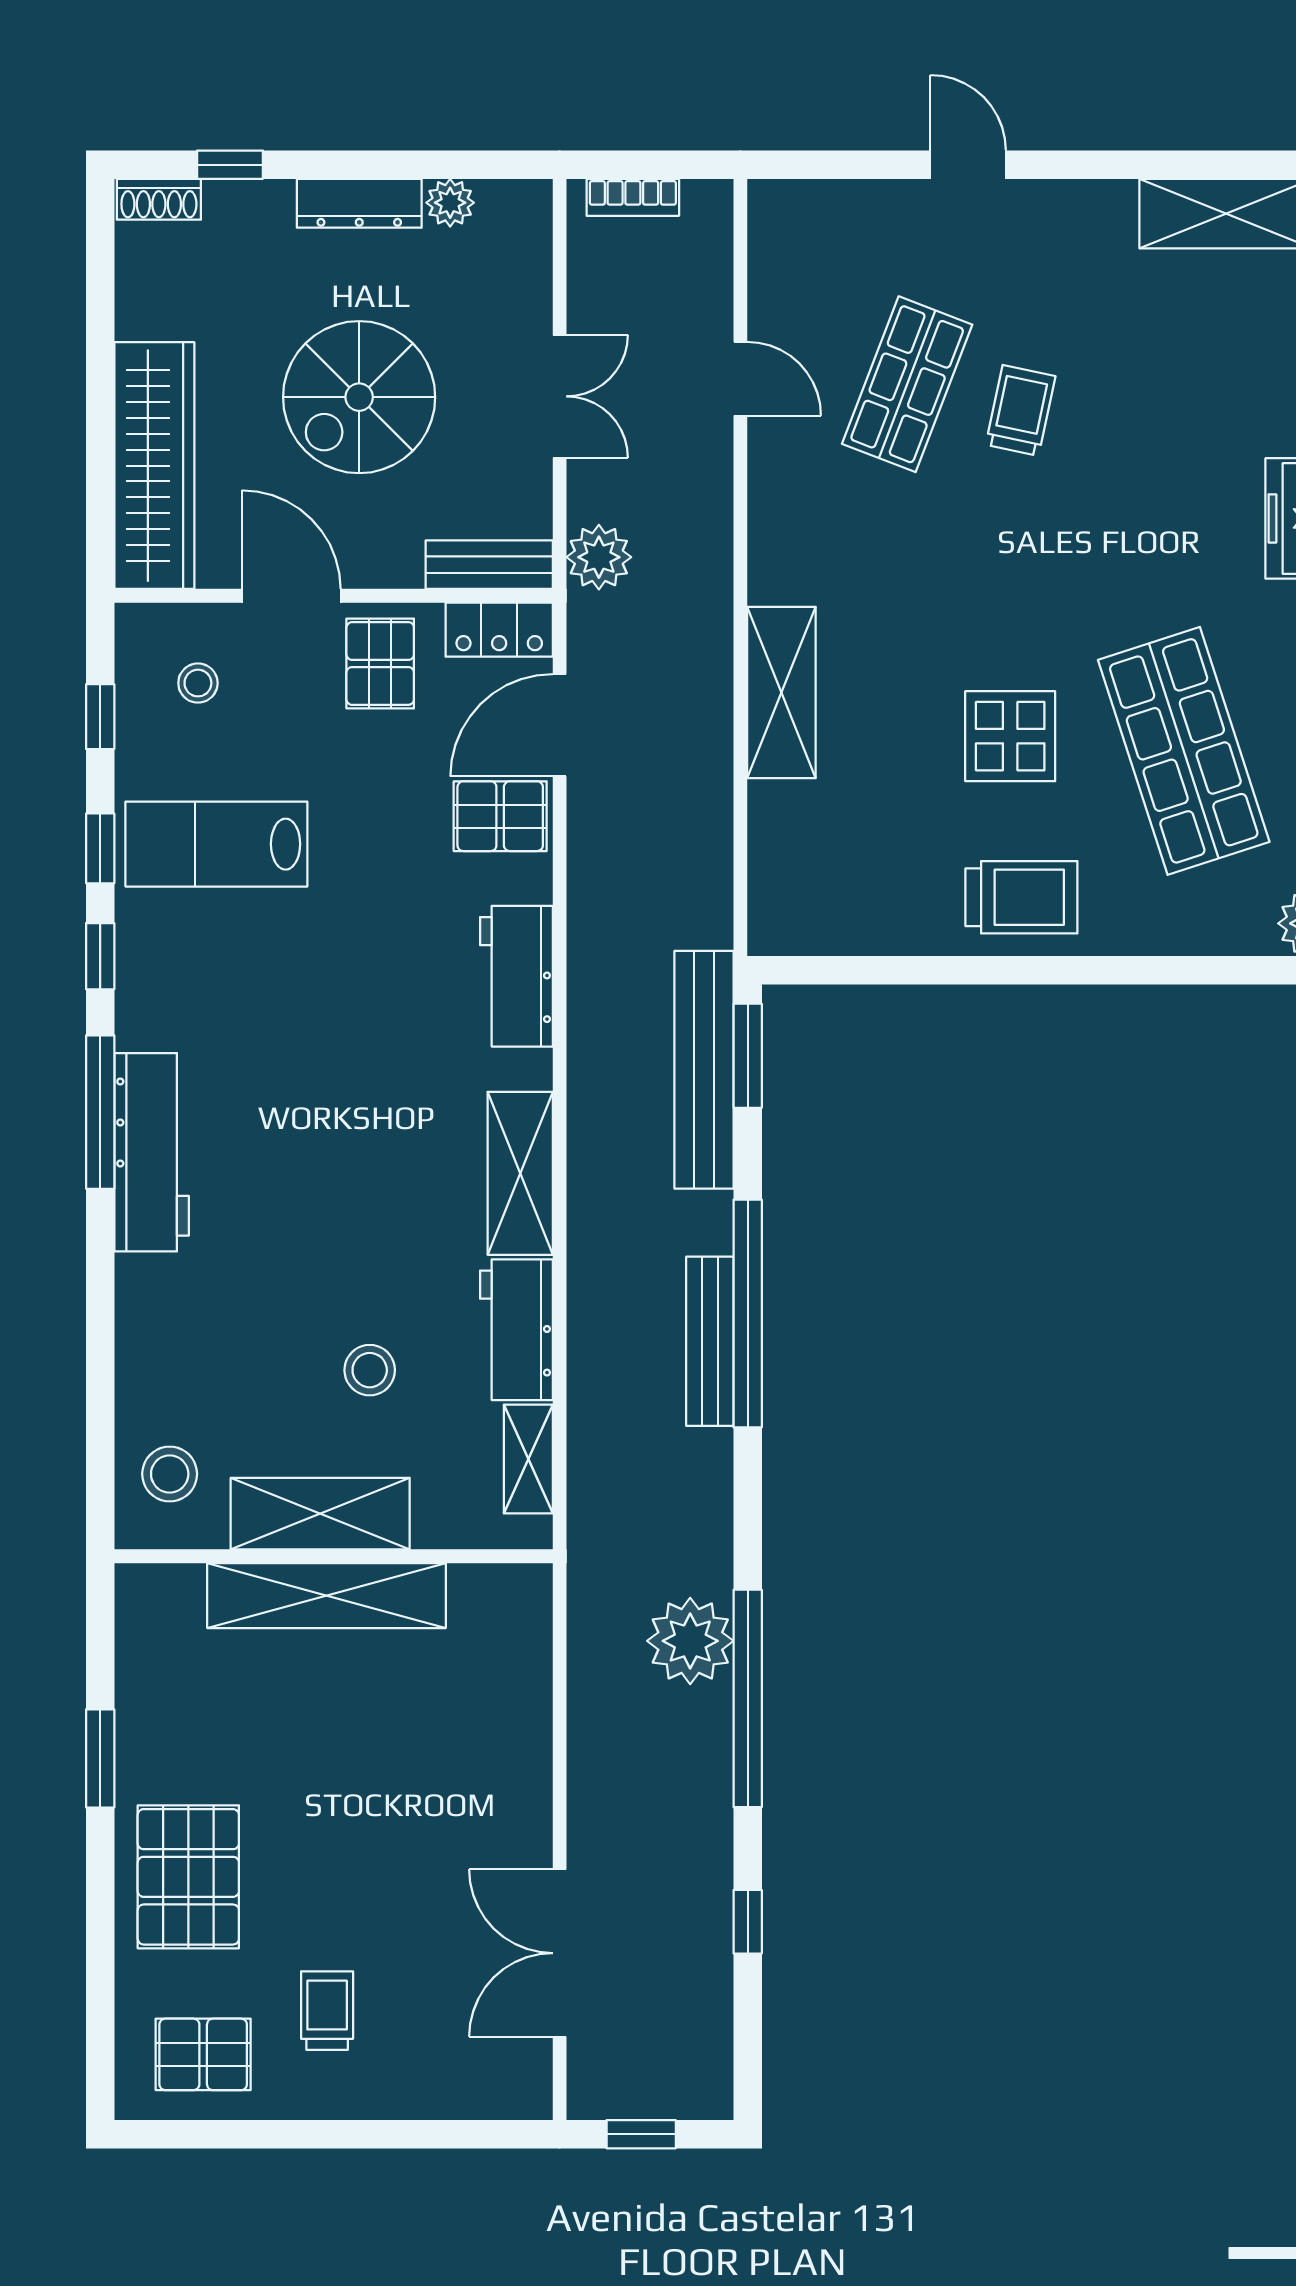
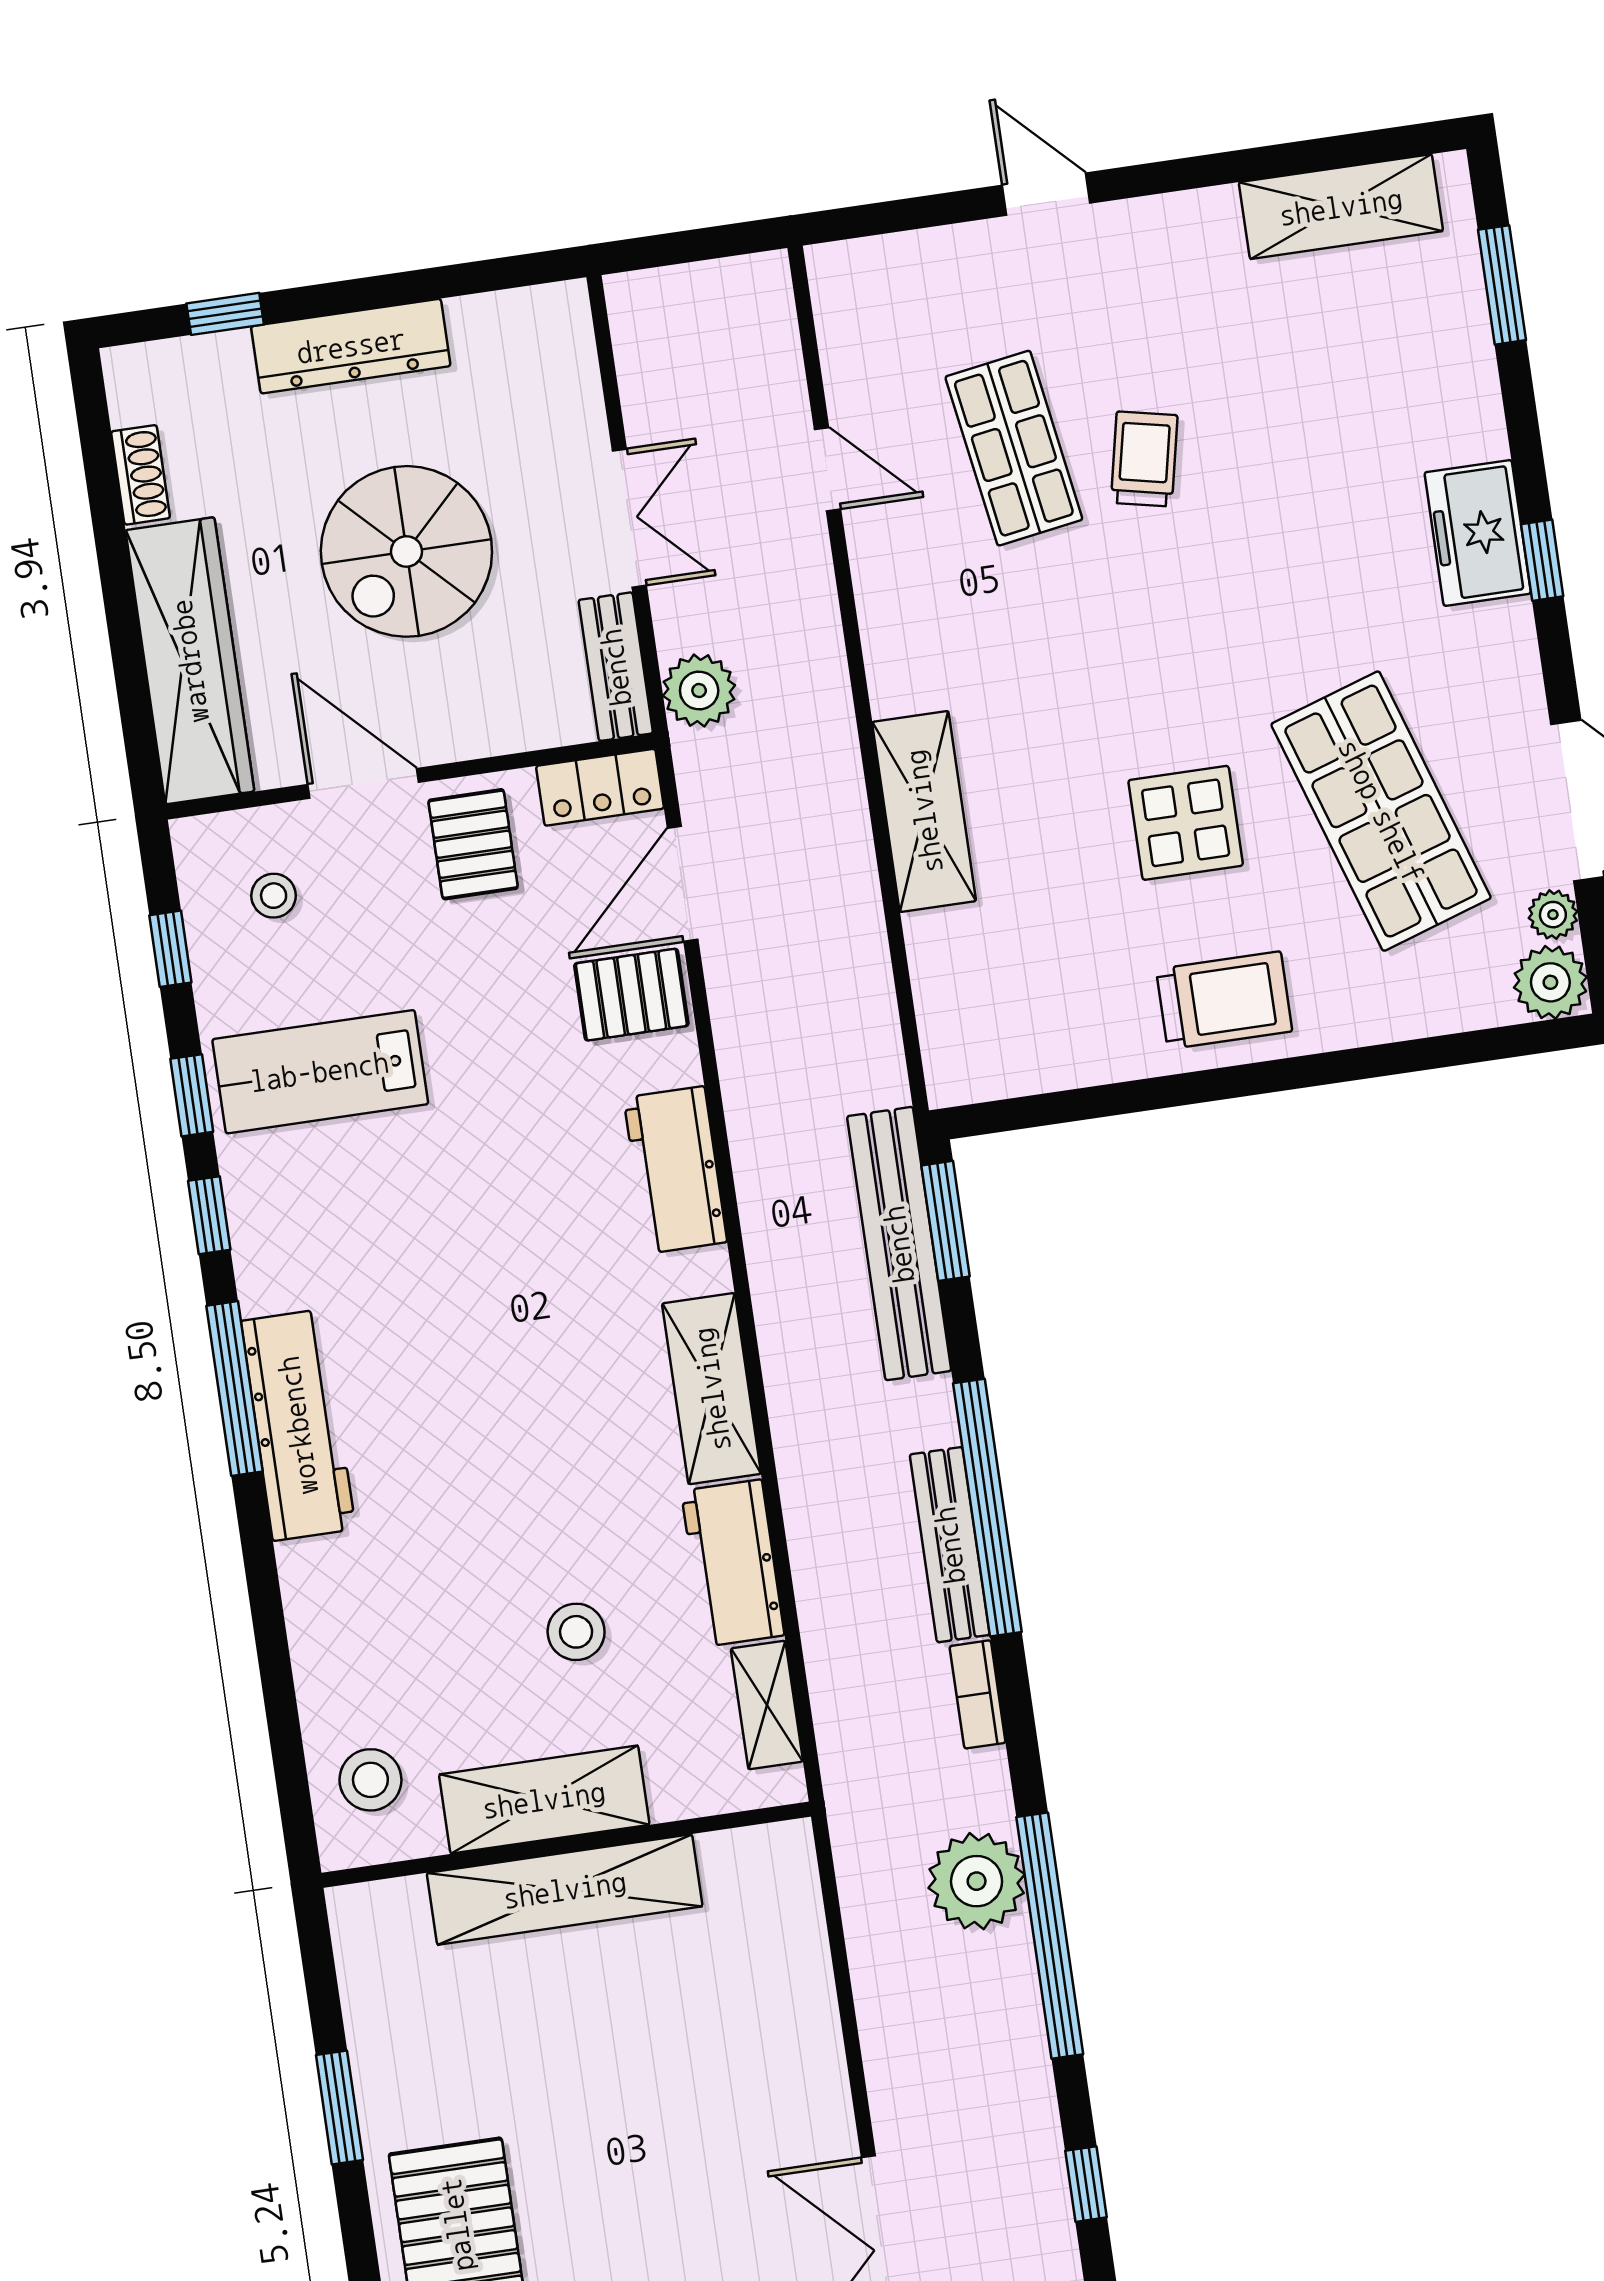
bookcase: (633, 197) -> (978, 1694), moved, turned 90
shoe rack: (159, 199) -> (141, 475), moved, turned -90
dresser: (359, 203) -> (351, 346), width x1.37, depth x1.24
plant: (450, 203) -> (476, 320), removed
shop shelf: (907, 384) -> (1014, 448), turned -30
bench: (489, 565) -> (616, 667), moved, turned 90

